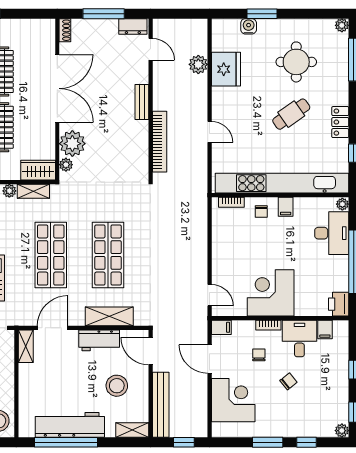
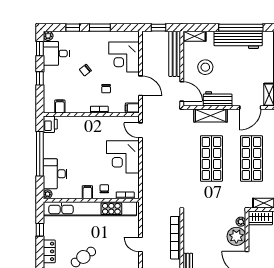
corner desk: (271, 293) -> (123, 157), moved, turned 90
desk: (299, 339) -> (56, 53), moved, turned 90

